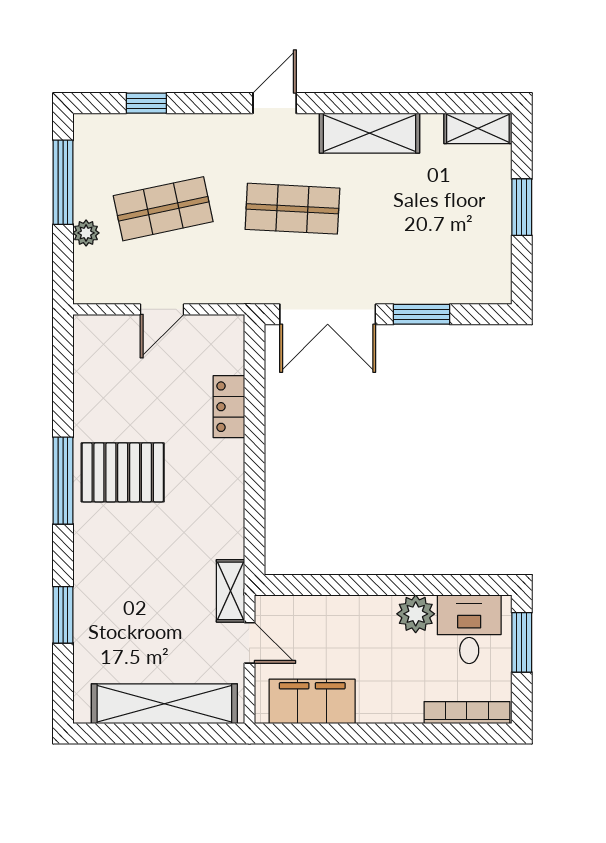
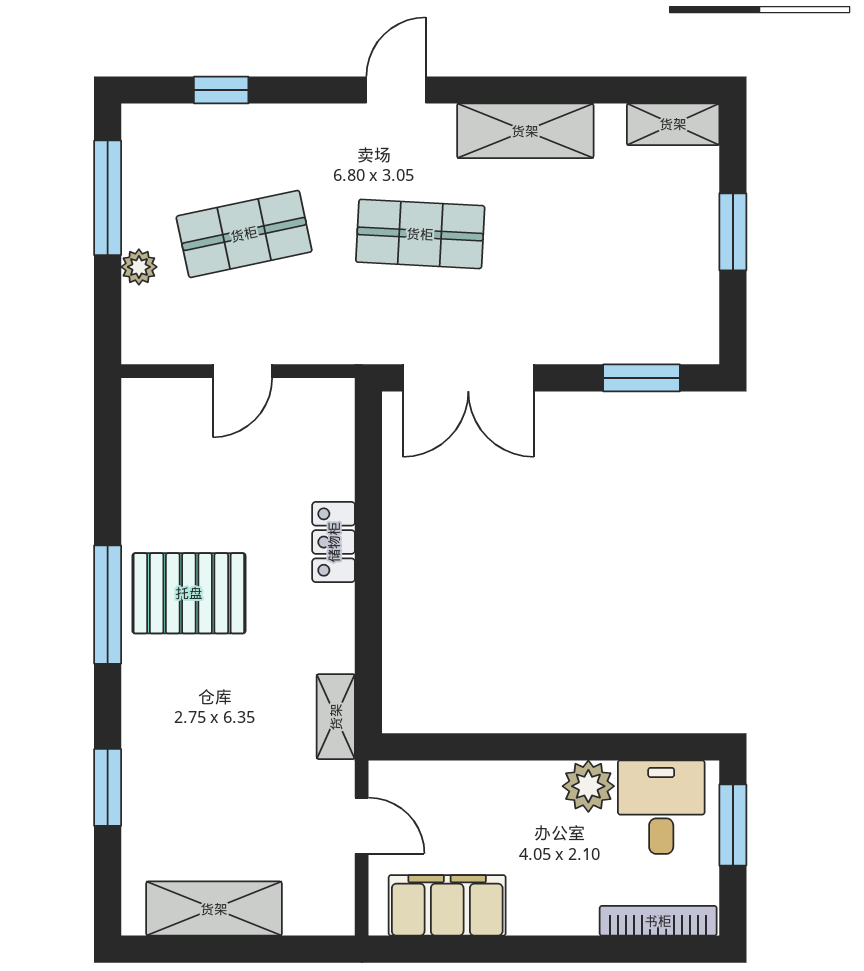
window: (422, 314) -> (642, 378), moved
locker: (229, 407) -> (334, 542), moved
shelving: (230, 591) -> (336, 717), moved
shelving: (164, 704) -> (214, 909), width x0.68

